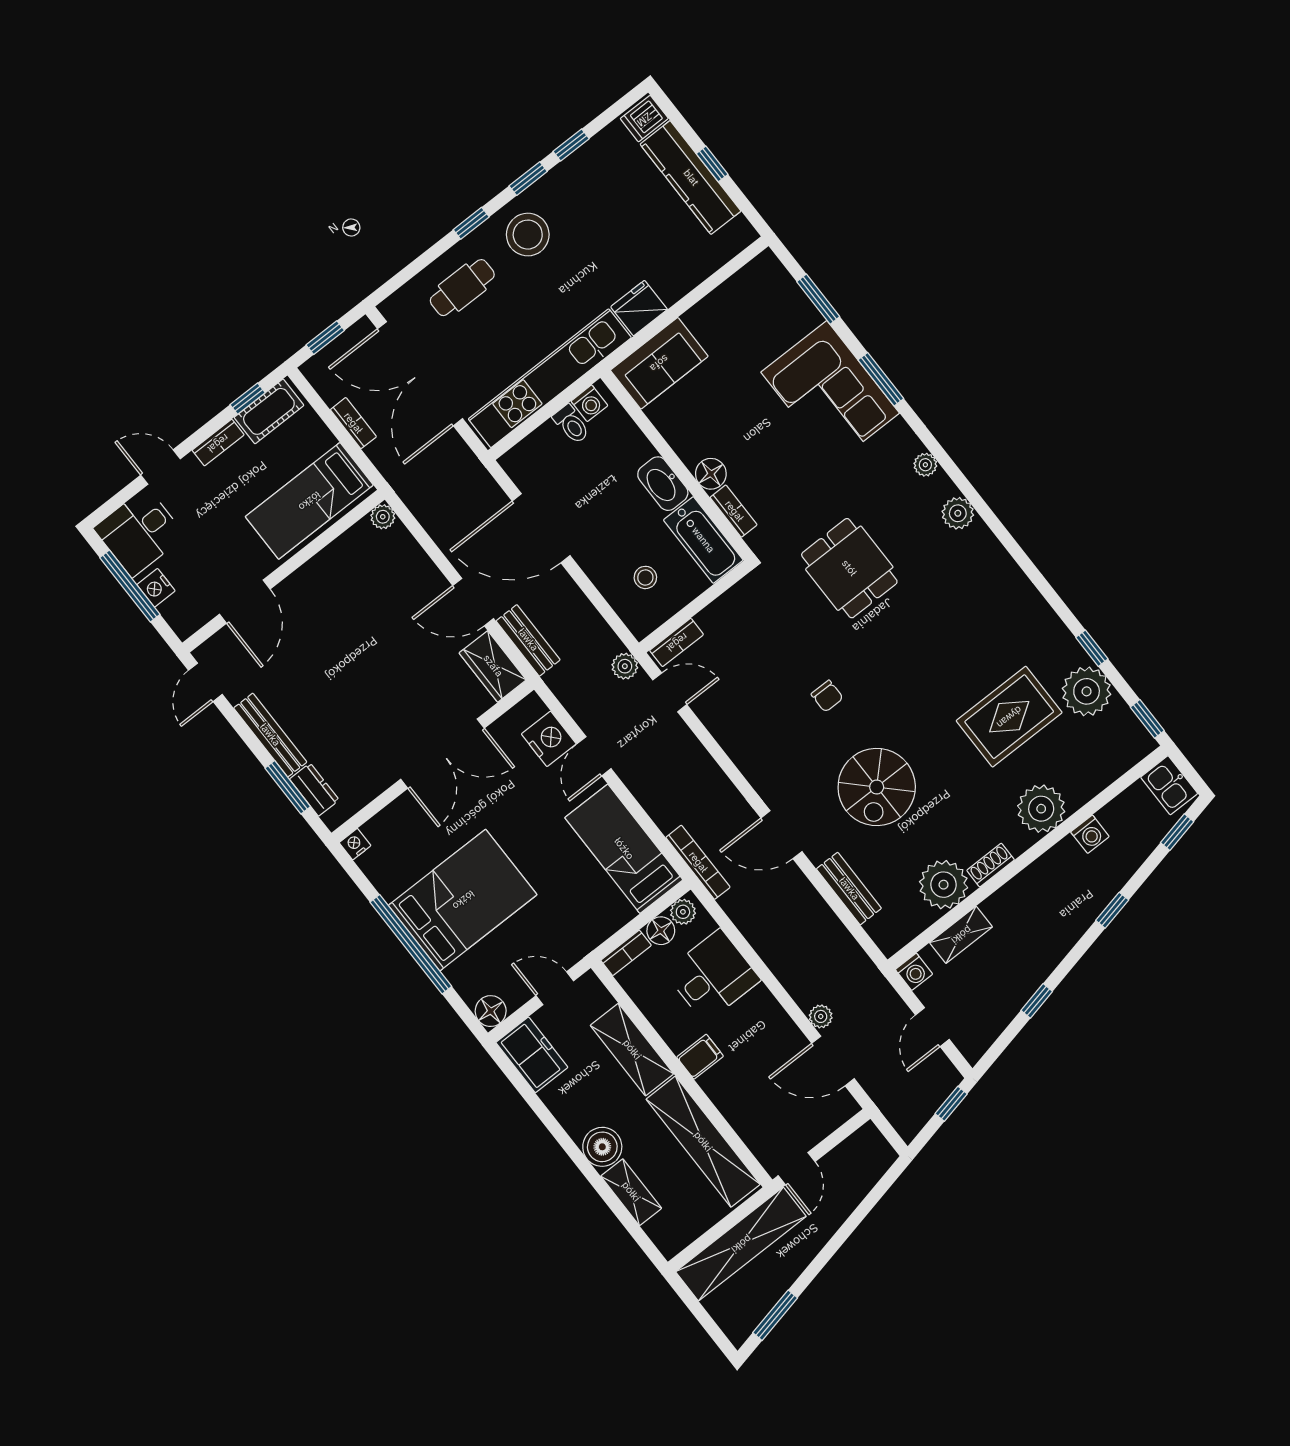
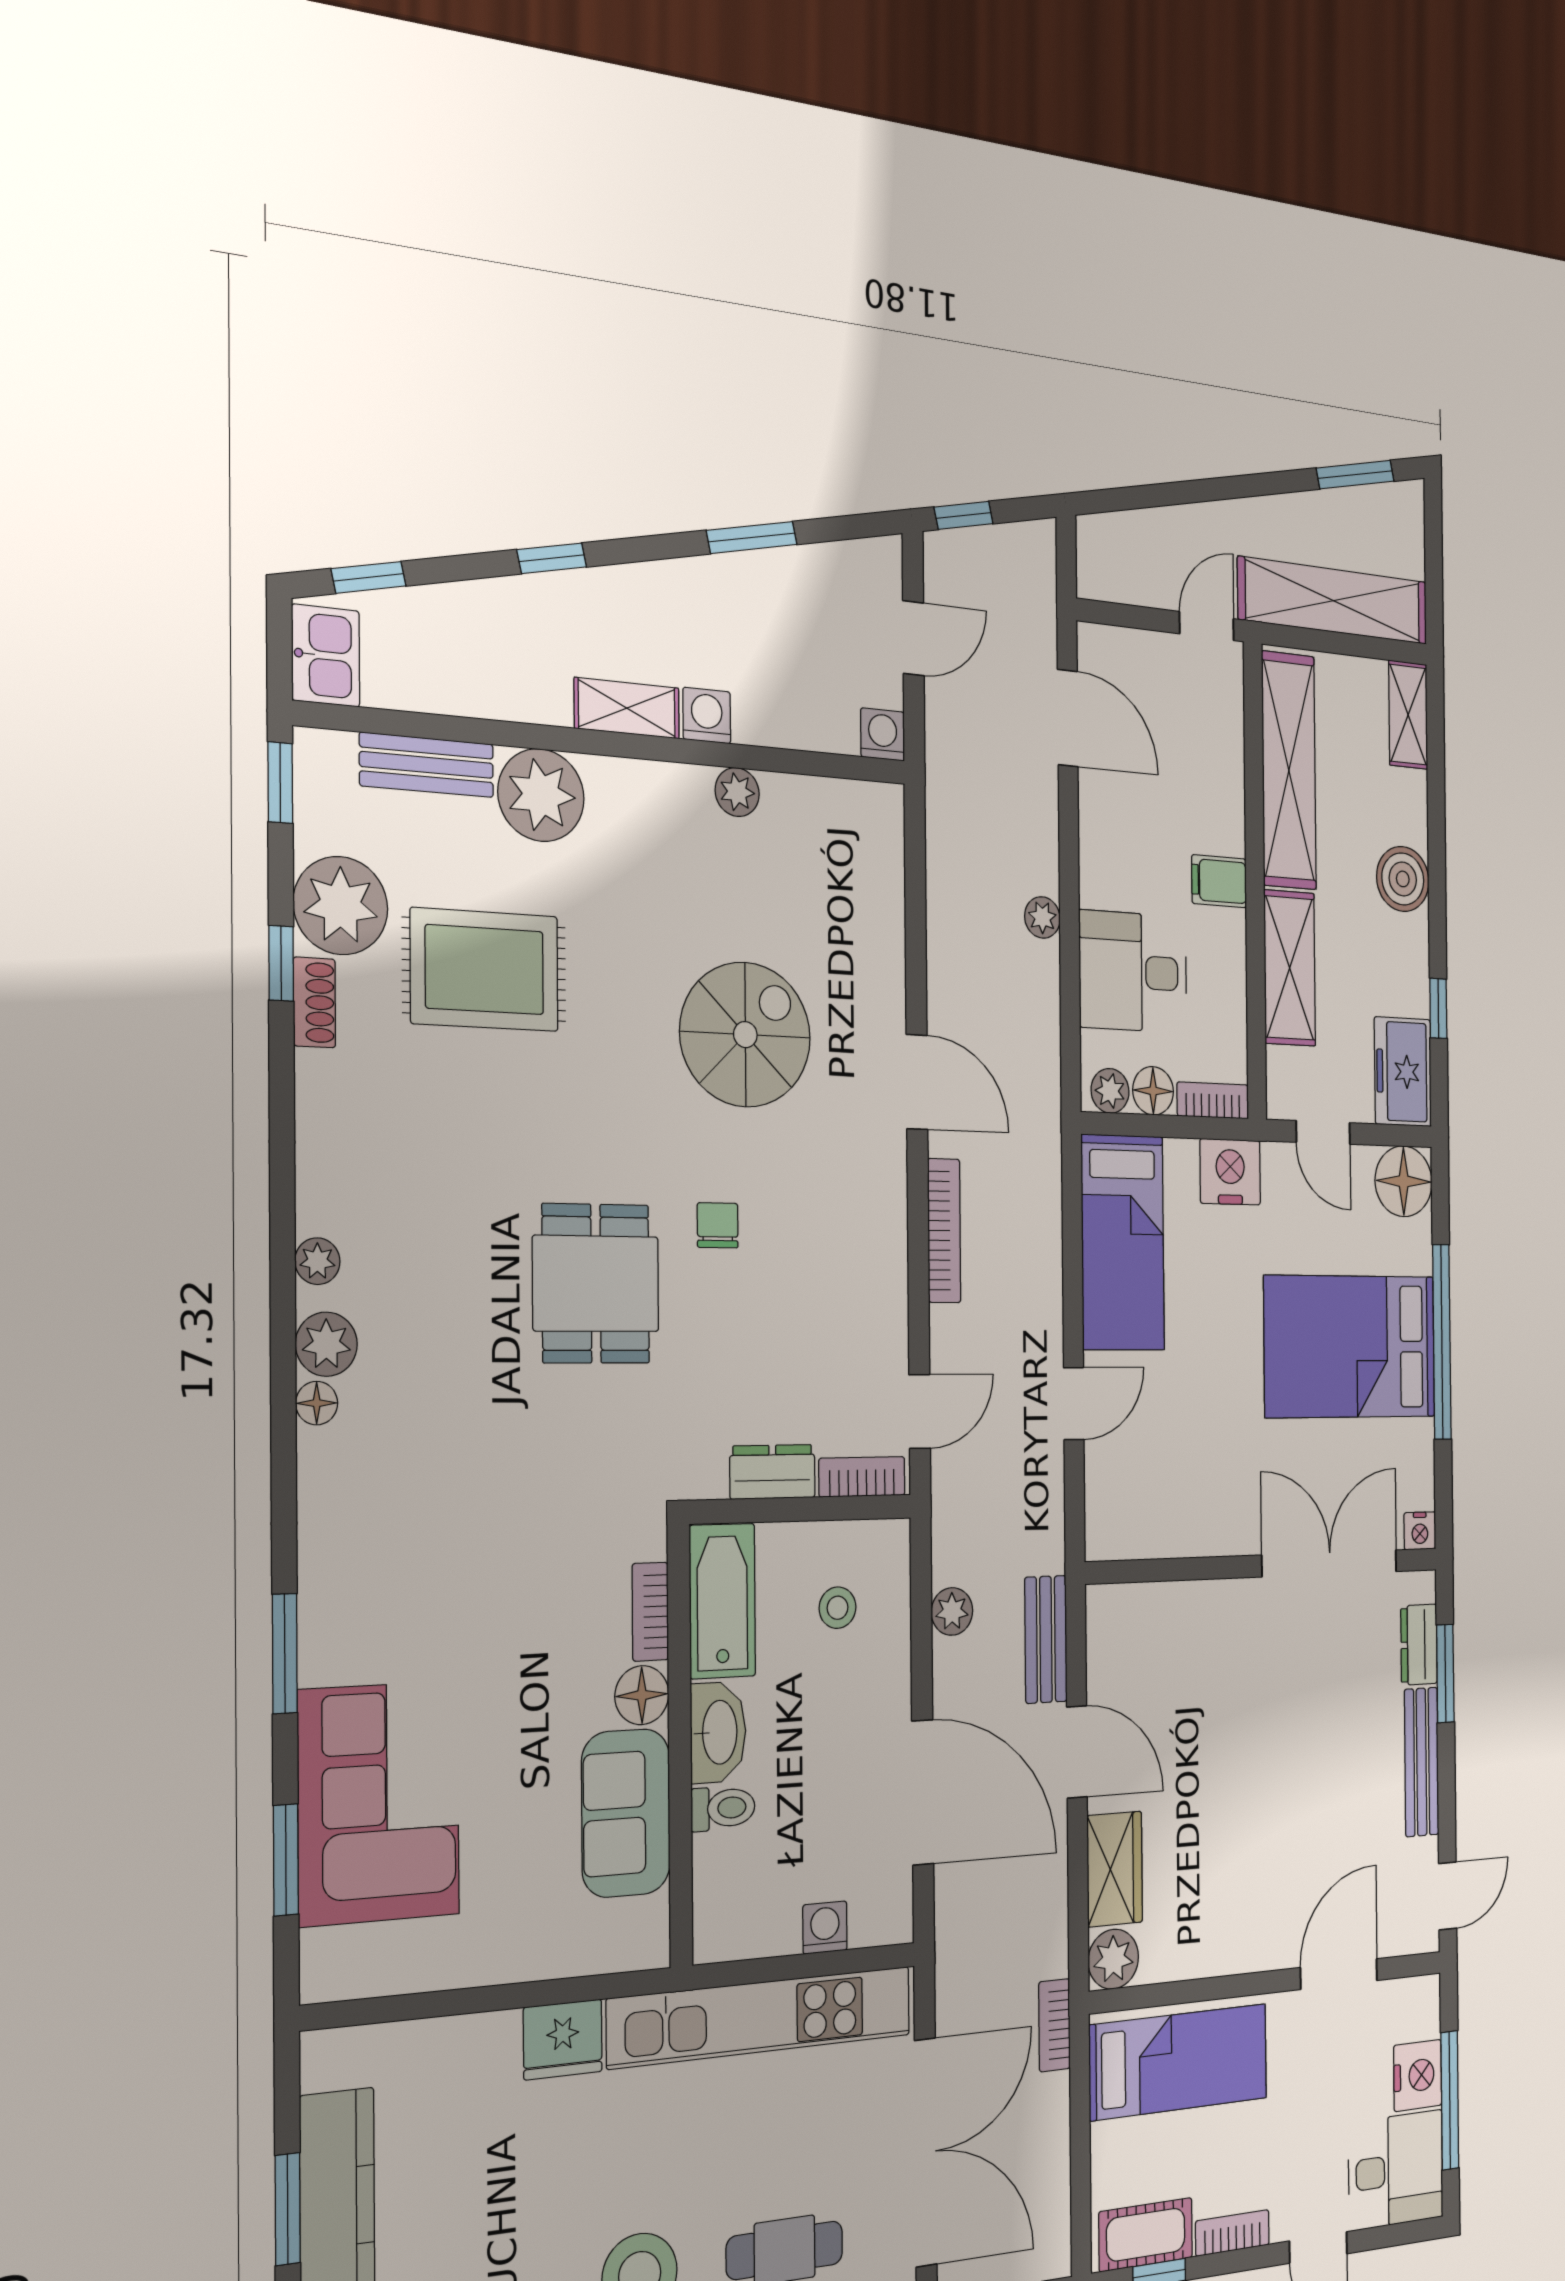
window: (712, 164) -> (288, 2209), width x1.50
sofa: (659, 363) -> (626, 1813), moved, turned -90
corner sofa: (830, 393) -> (379, 1803), moved
washing machine: (589, 403) -> (825, 1928), moved
bookcase: (353, 423) -> (1054, 2025), moved
toilet: (571, 424) -> (723, 1808), moved, turned 90
plant: (925, 465) -> (317, 1261), moved
floor lamp: (944, 487) -> (317, 1403), added
plant: (383, 517) -> (1113, 1959), width x1.38, depth x1.38
dining table: (849, 568) -> (596, 1284), moved
nightstand: (156, 588) -> (1418, 2075), width x1.36, depth x1.33
dresser: (721, 612) -> (772, 1472), added
wardrobe: (493, 666) -> (1115, 1869), moved
plant: (625, 666) -> (952, 1611), moved
door: (670, 692) -> (920, 1412), swing flipped
nightstand: (549, 739) -> (1230, 1172), moved, turned 90
double door: (442, 754) -> (1330, 1563), moved
washing machine: (1090, 834) -> (707, 716), moved
bookcase: (698, 862) -> (944, 1231), moved, turned 180
shoe rack: (991, 865) -> (314, 1002), moved, turned -90
plant: (944, 885) -> (737, 792), width x0.53, depth x0.53
bench: (849, 889) -> (427, 765), moved, turned 90
shelving: (961, 935) -> (627, 708), moved
window: (1037, 1001) -> (752, 537), width x1.50
floor lamp: (491, 1011) -> (1404, 1181), width x1.38, depth x1.38
plant: (821, 1016) -> (1042, 917), moved
window: (535, 1103) -> (1438, 1008), added
shelving: (631, 1192) -> (1408, 715), moved

